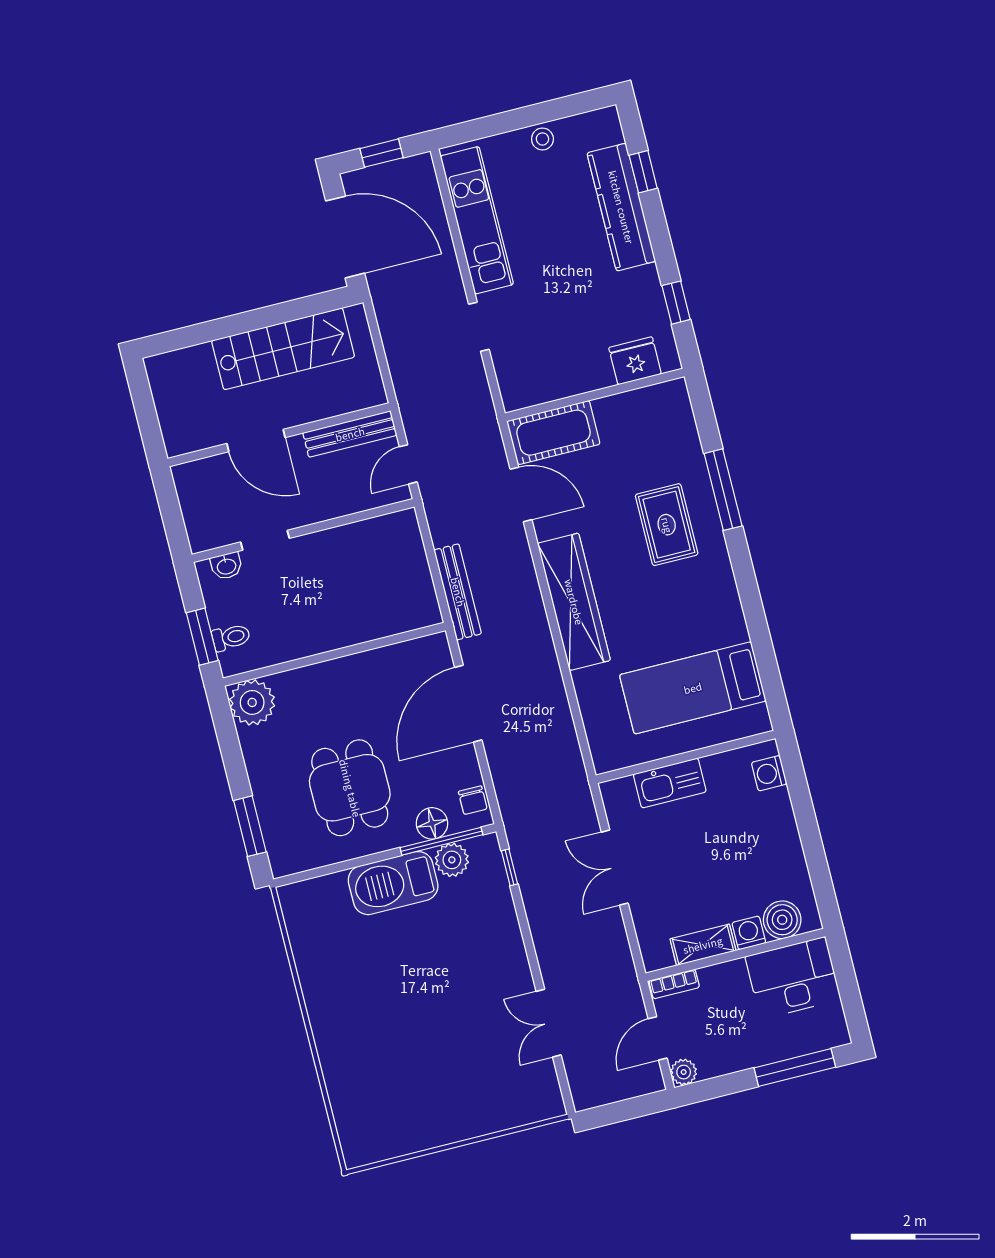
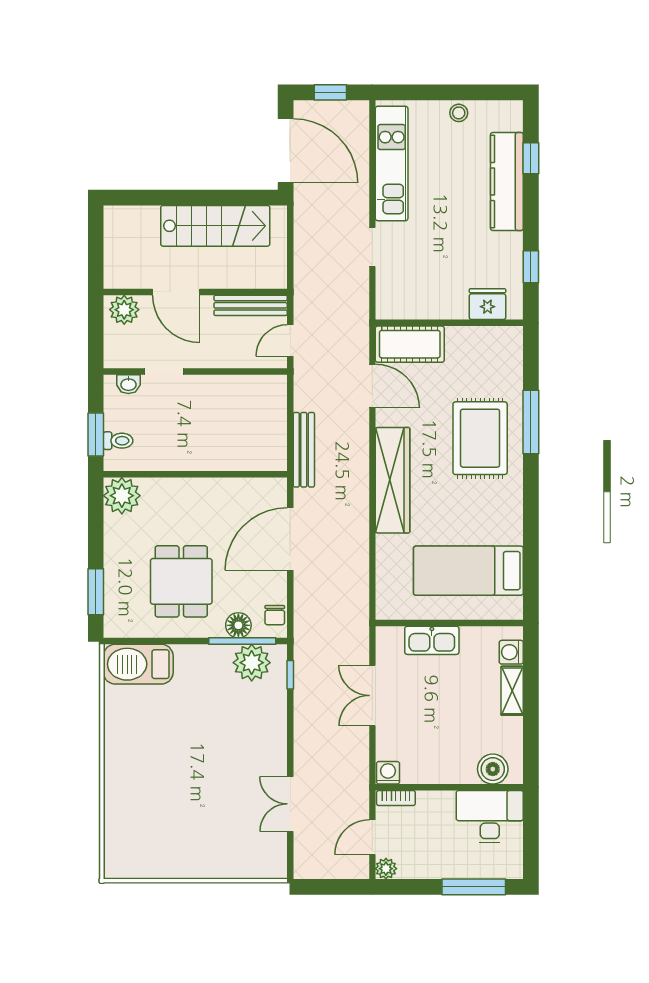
plant: (199, 478) -> (124, 310), added
rug: (667, 525) -> (480, 438), width x1.36, depth x1.43
plant: (452, 860) -> (252, 663), width x1.36, depth x1.36
barbecue: (393, 883) -> (138, 664), moved
washing machine: (749, 933) -> (388, 773), moved
shelving: (703, 945) -> (512, 691), moved, turned 90

